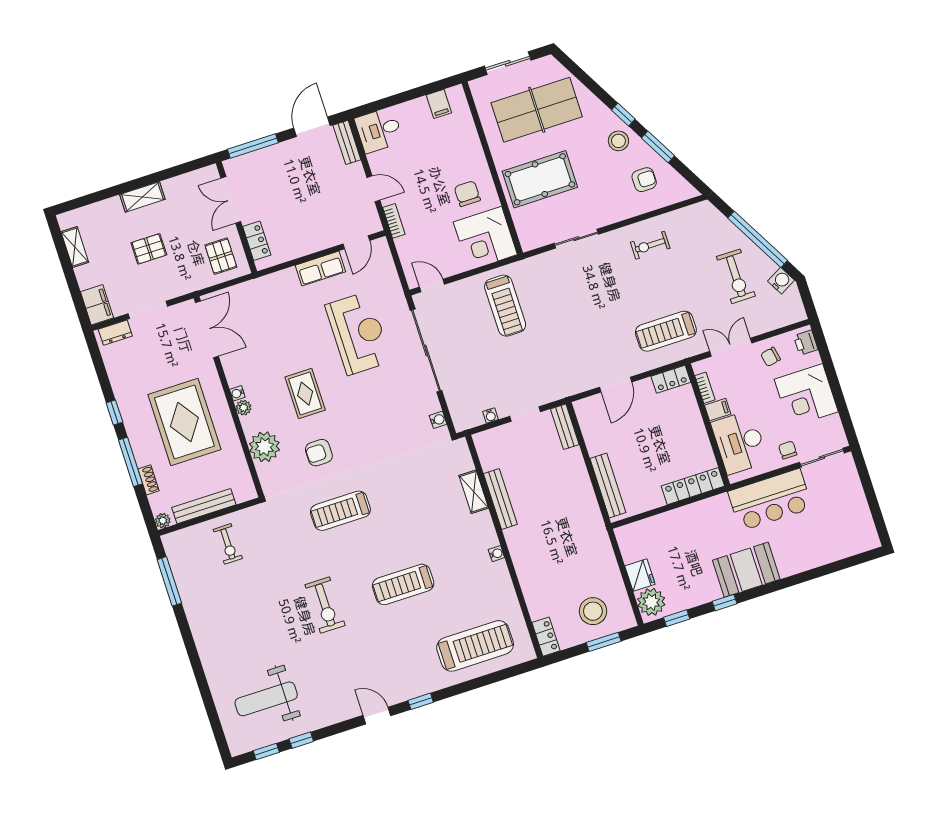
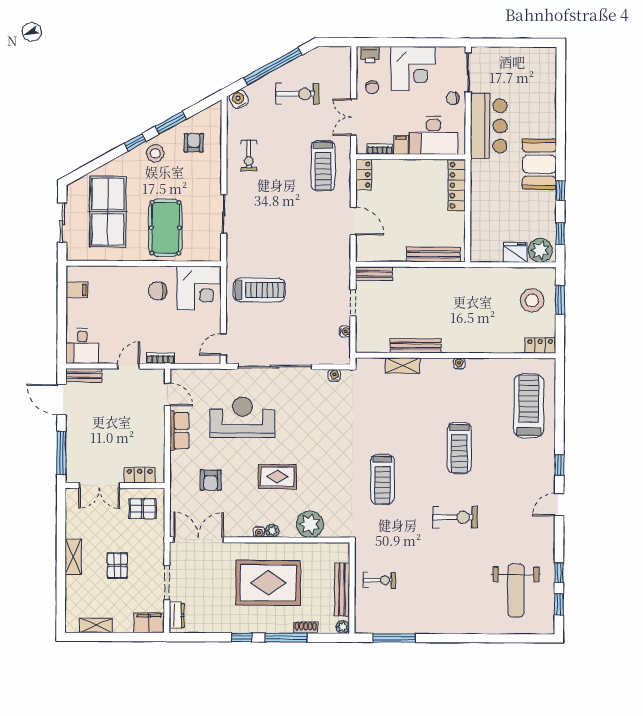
water cooler: (781, 281) -> (239, 99), moved
armchair: (319, 453) -> (211, 480), moved

